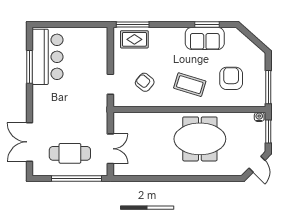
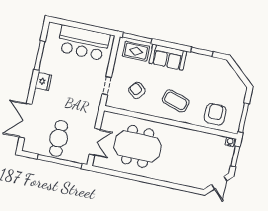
sofa: (205, 38) -> (168, 57), moved
bar counter: (47, 57) -> (83, 43), moved, turned 90
armchair: (231, 78) -> (215, 114), moved
fridge: (40, 95) -> (43, 82), added
meeting table: (200, 139) -> (138, 146), moved
cafe table: (70, 153) -> (59, 138), turned 90

